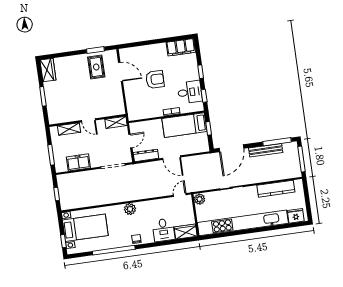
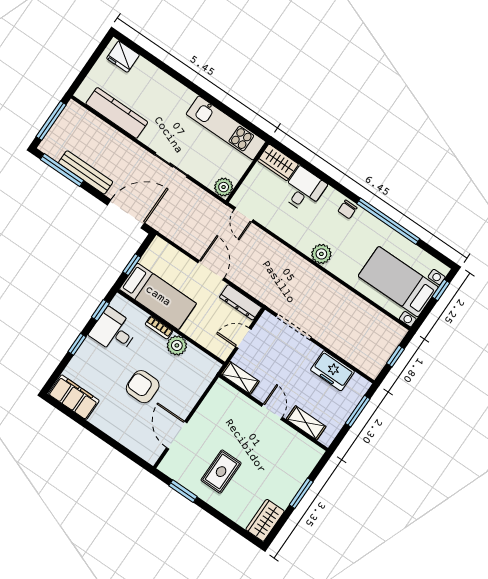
rug: (96, 67) -> (221, 472), moved
plant: (156, 111) -> (177, 345), added
door: (180, 195) -> (243, 215), hinge flipped
kitchen unit: (243, 223) -> (226, 128), width x0.54

